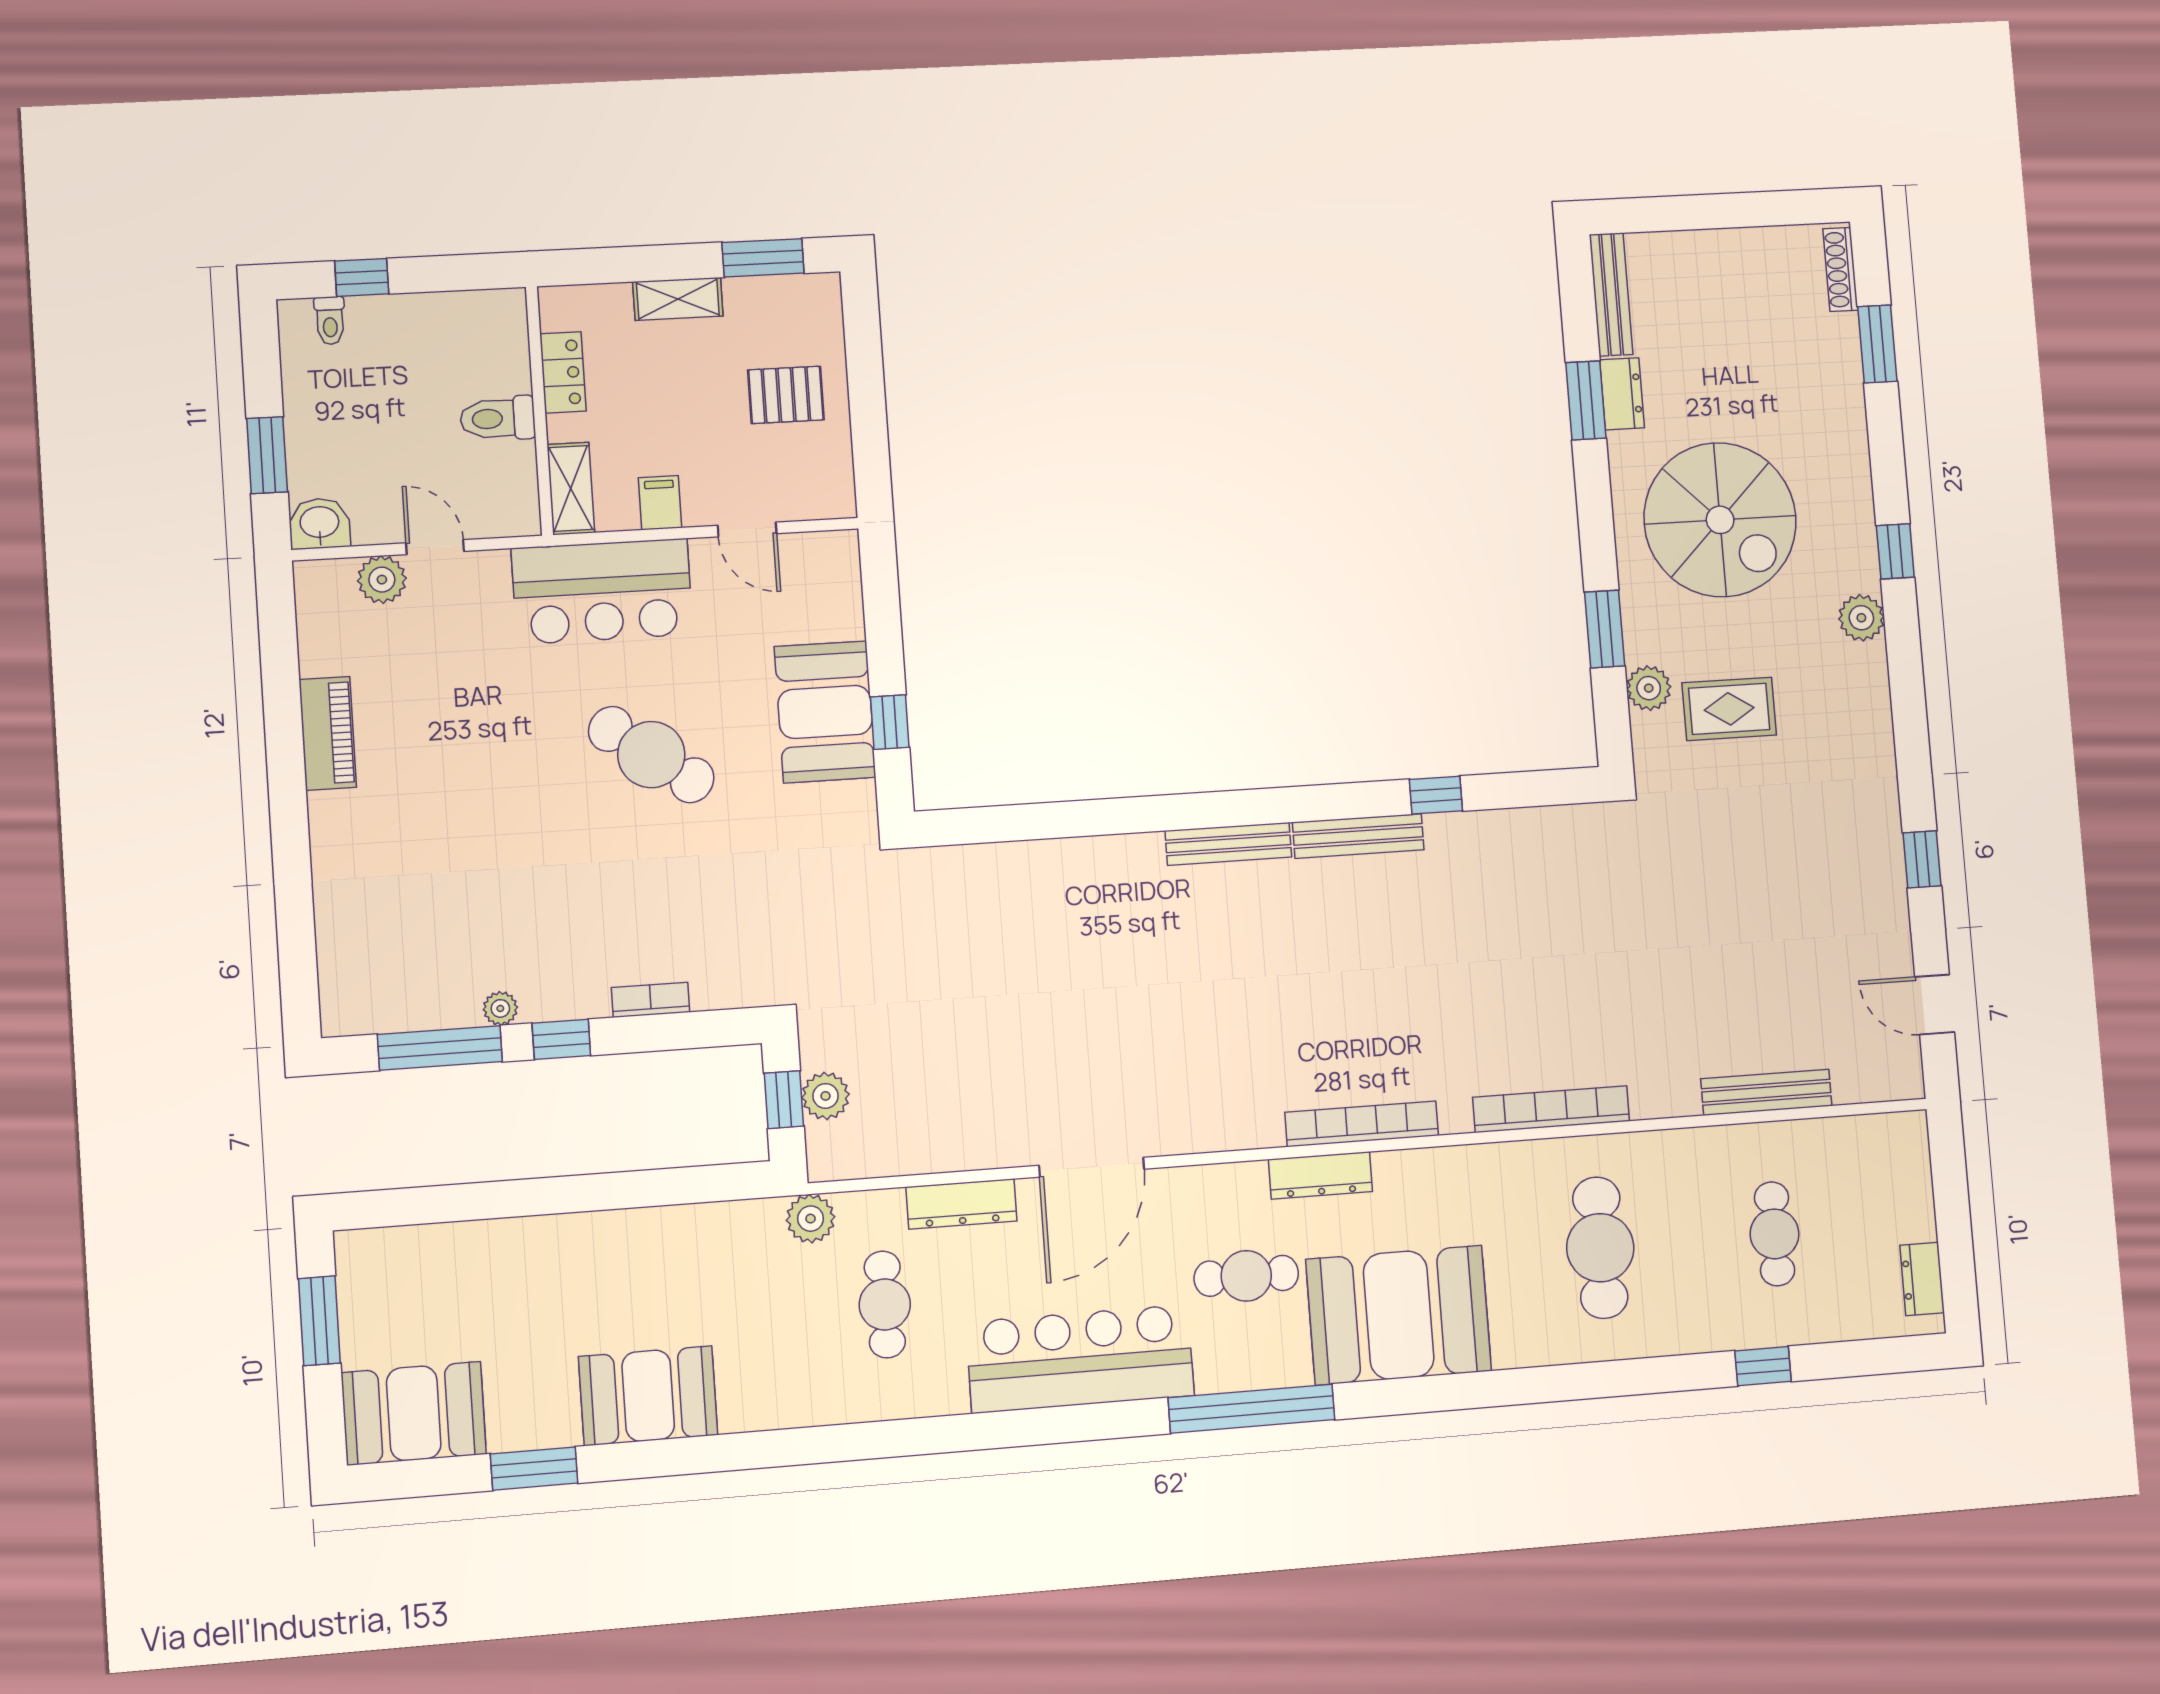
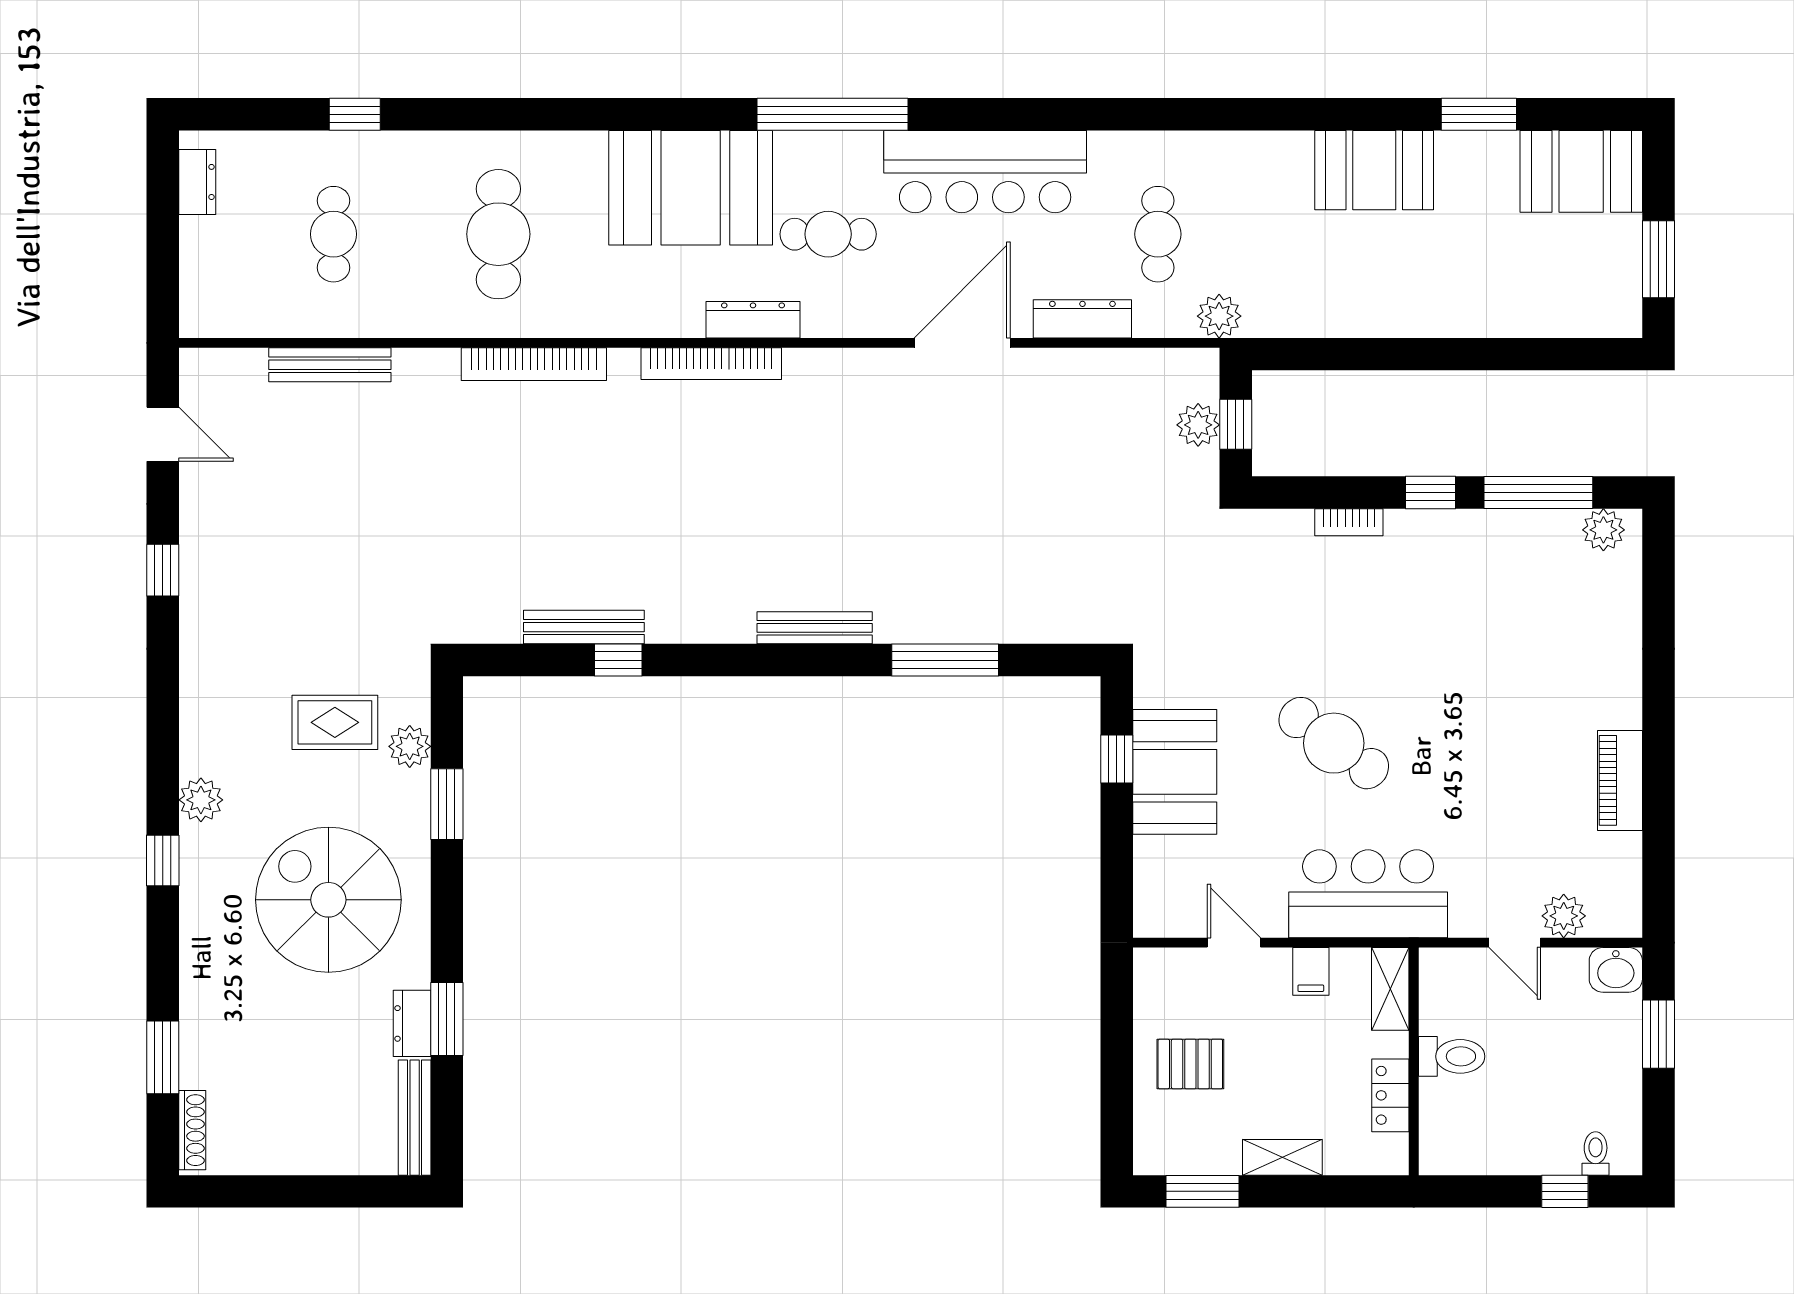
window: (1085, 818) -> (945, 660), added
bench: (1358, 836) -> (584, 627), moved
plant: (500, 1008) -> (1603, 530), moved, width x1.38, depth x1.38

